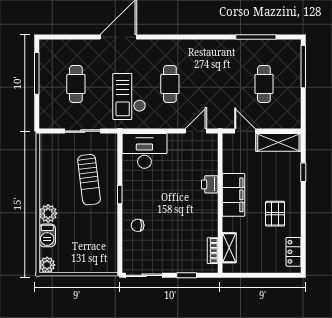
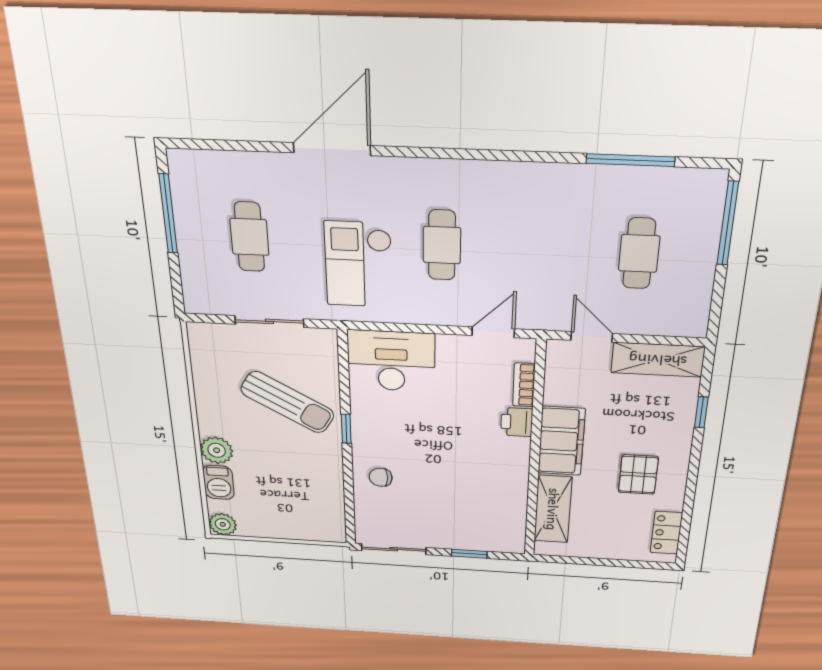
sun lounger: (89, 180) -> (287, 402), turned -53
shelving: (229, 248) -> (553, 509), width x1.50, depth x1.33
bookcase: (213, 251) -> (524, 385), moved

